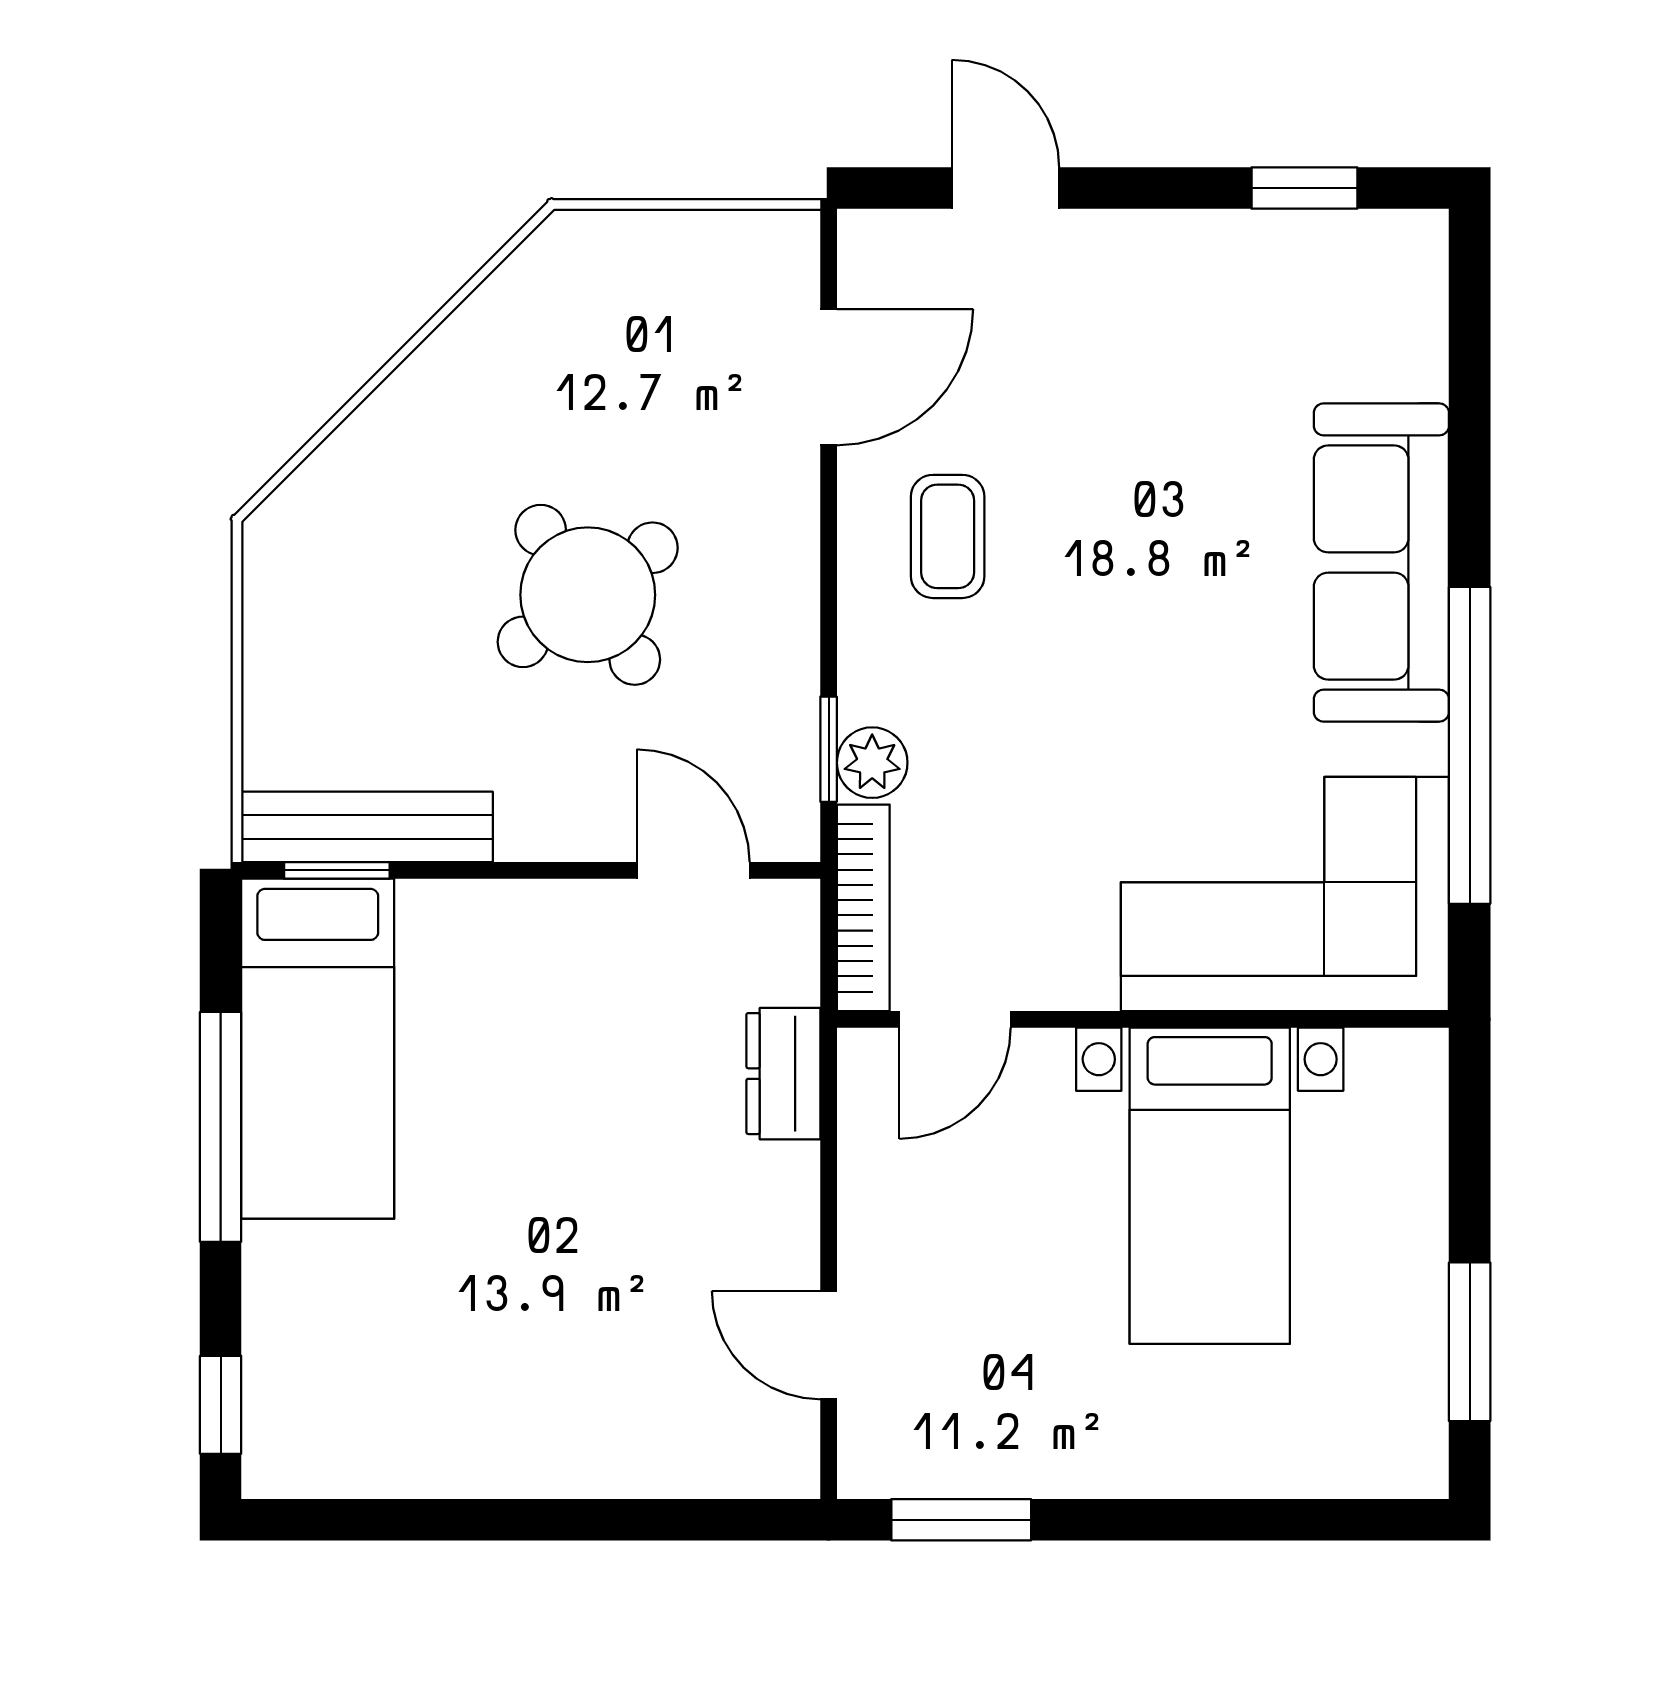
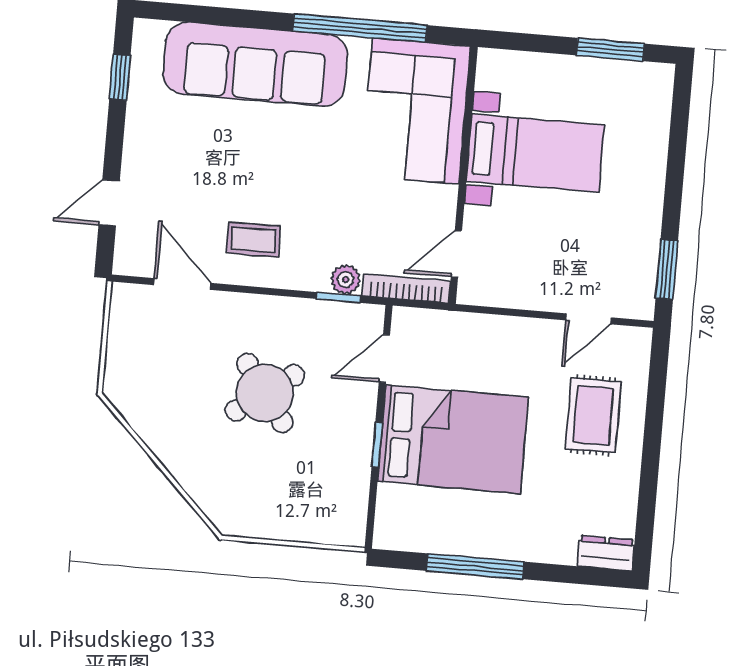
sofa: (1381, 563) -> (255, 64), width x1.36, depth x1.27
bench: (367, 827) -> (354, 494), removed
window: (337, 870) -> (377, 445), moved
door: (955, 1019) -> (456, 254), swing flipped
bed: (318, 1049) -> (453, 439), moved, width x1.50
dresser: (783, 1074) -> (606, 553), moved, turned 180
rug: (601, 1375) -> (593, 415), added
window: (221, 1405) -> (592, 576), removed

